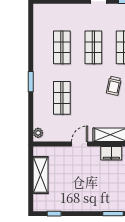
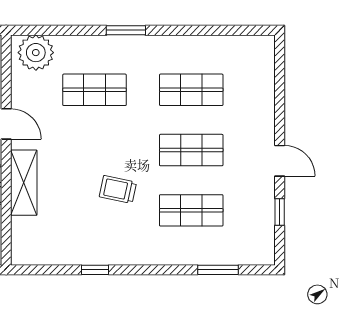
plant: (38, 133) -> (36, 53), width x1.87, depth x1.87

